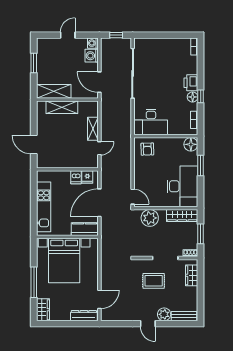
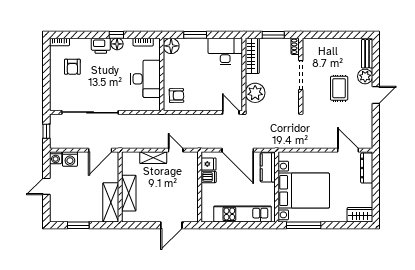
door: (68, 35) -> (46, 186), hinge flipped
armchair: (173, 58) -> (72, 67), added
desk: (151, 122) -> (146, 79), moved
desk: (182, 186) -> (225, 51), width x0.73, depth x0.77
door: (133, 197) -> (231, 112), hinge flipped
wardrobe: (192, 275) -> (321, 45), removed
rug: (154, 281) -> (339, 88), moved
window: (34, 282) -> (304, 225), moved

